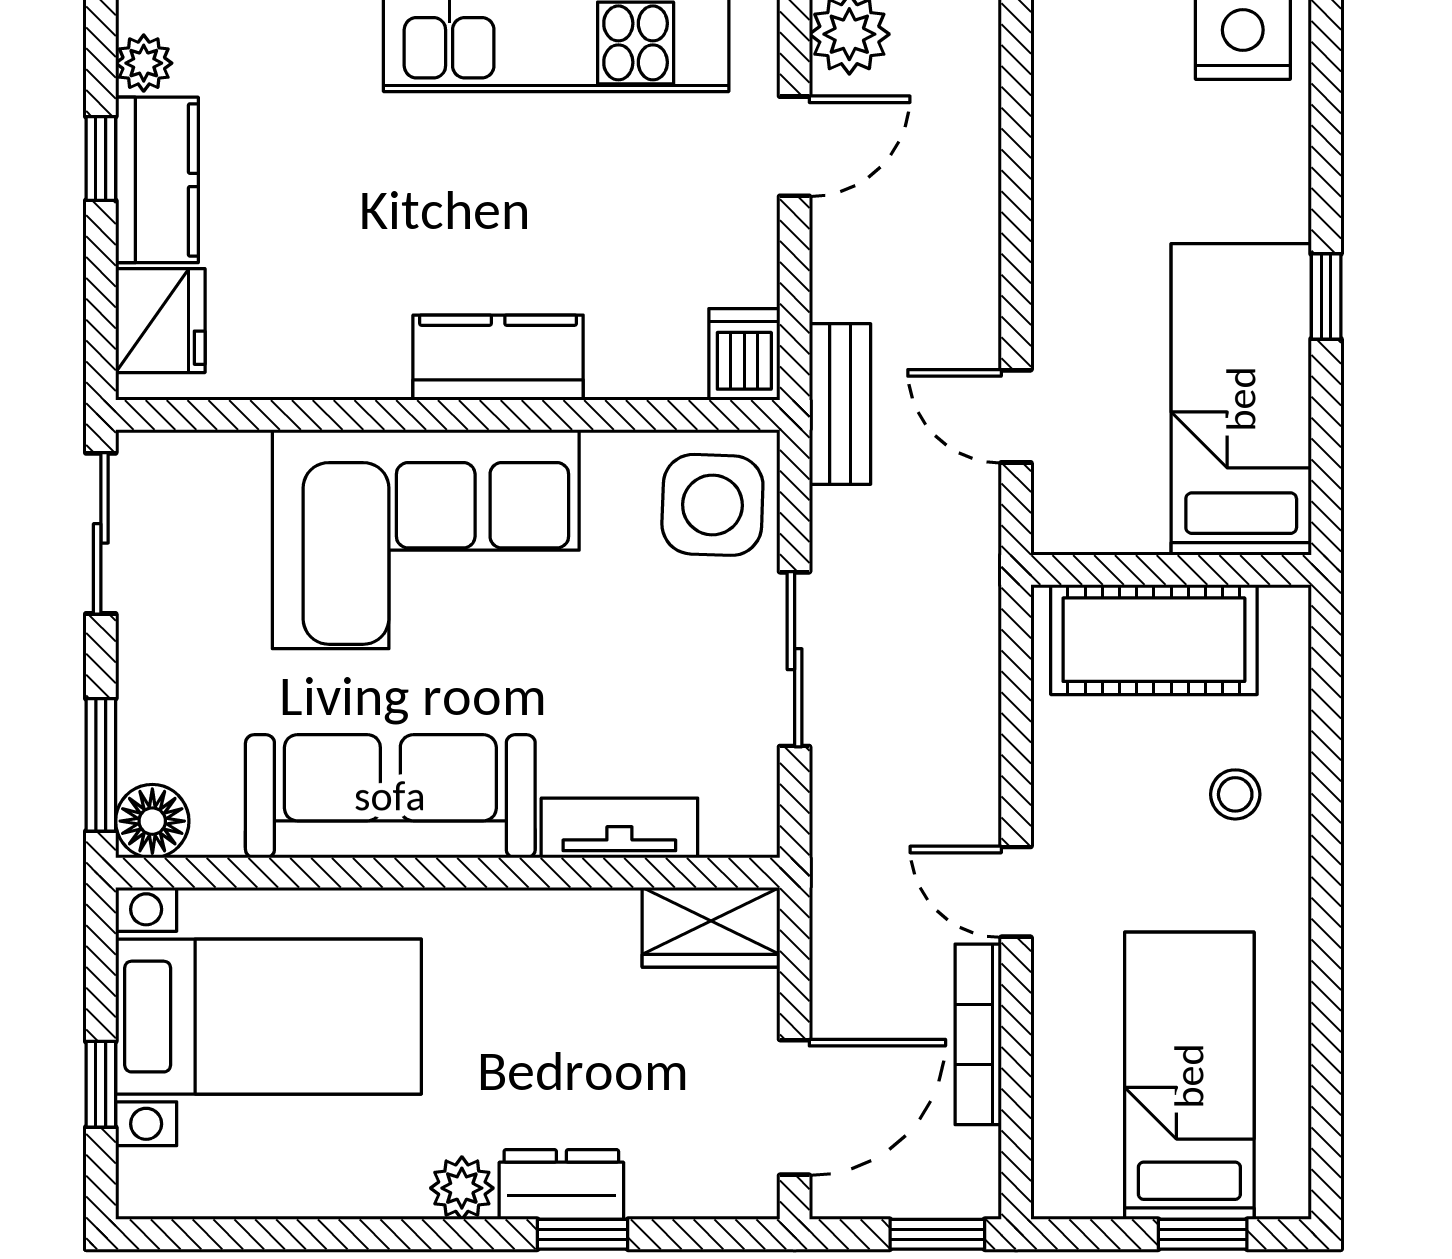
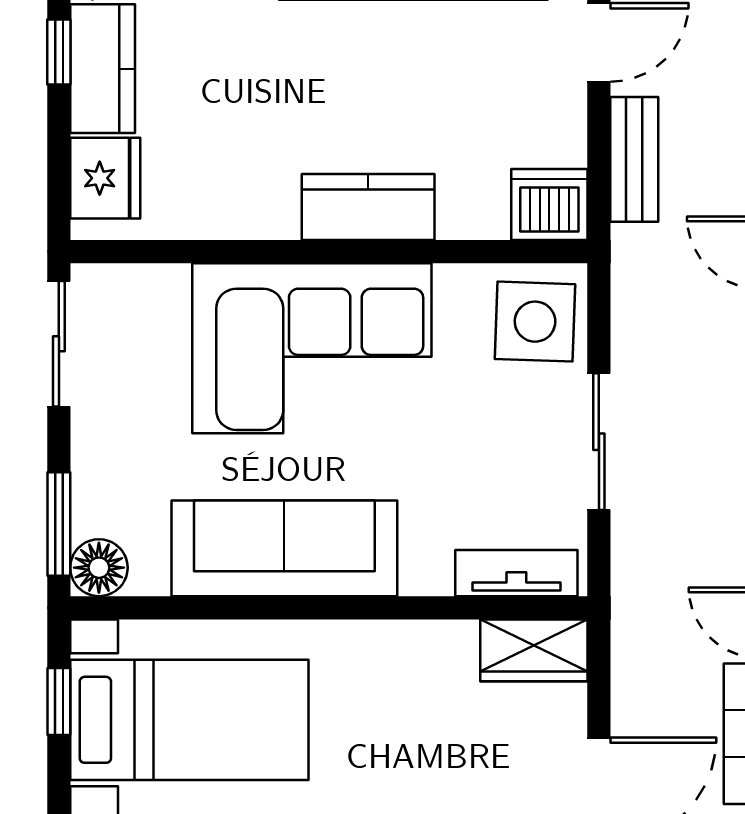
dishwasher: (744, 354) -> (549, 204), width x1.38
bench: (840, 404) -> (634, 159), moved
tv unit: (619, 828) -> (516, 573), moved
window: (101, 1084) -> (59, 701), moved

